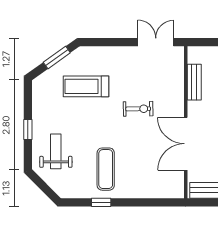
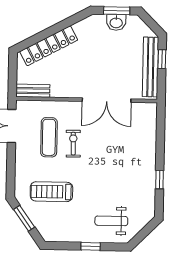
bench: (194, 82) -> (33, 91), moved
treadmill: (86, 86) -> (51, 192), turned 90
exercise mat: (106, 169) -> (49, 137), moved, turned 90

